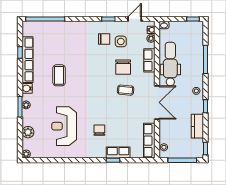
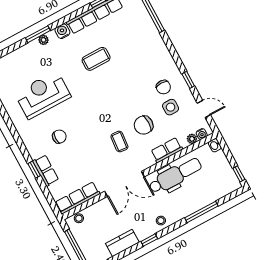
plant: (28, 132) -> (14, 58), removed

